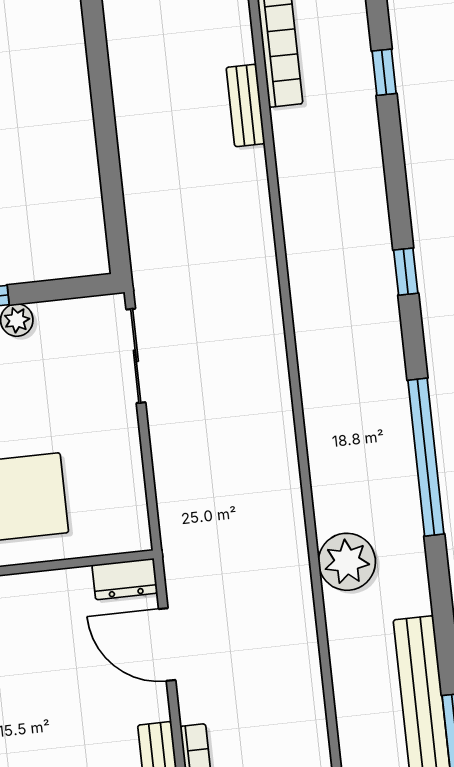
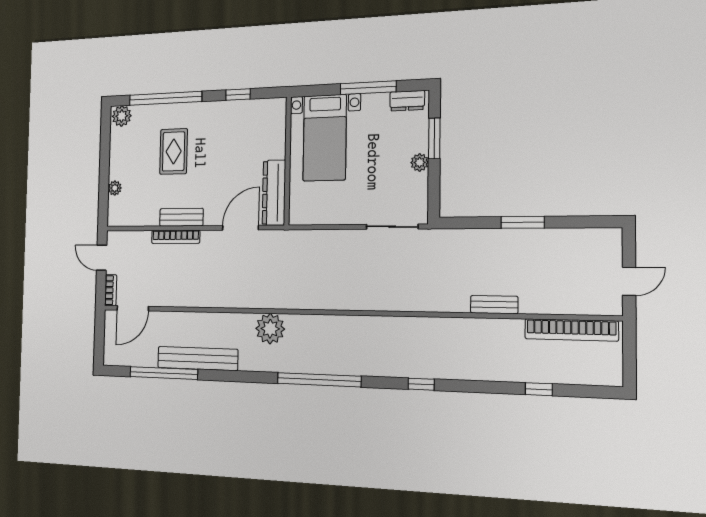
bench: (245, 105) -> (494, 305), moved
window: (105, 130) -> (523, 222), added
dresser: (125, 579) -> (274, 193), width x1.96, depth x1.24

